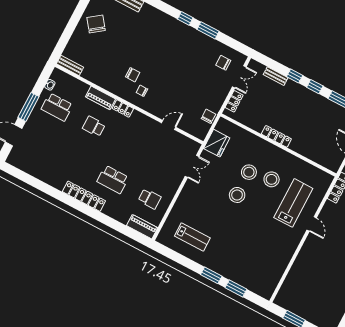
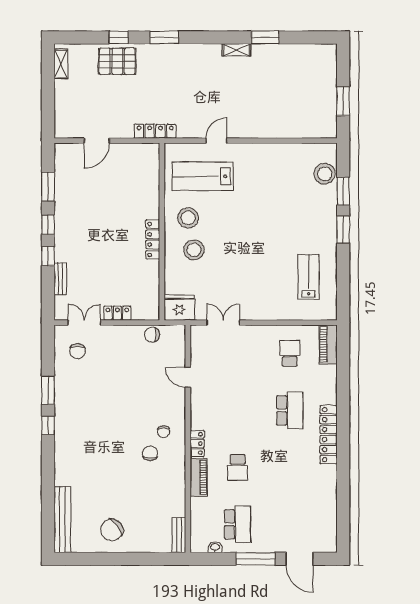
locker: (276, 136) -> (153, 239), moved
wall: (278, 145) -> (162, 232), moved
stool: (237, 195) -> (325, 174), moved

